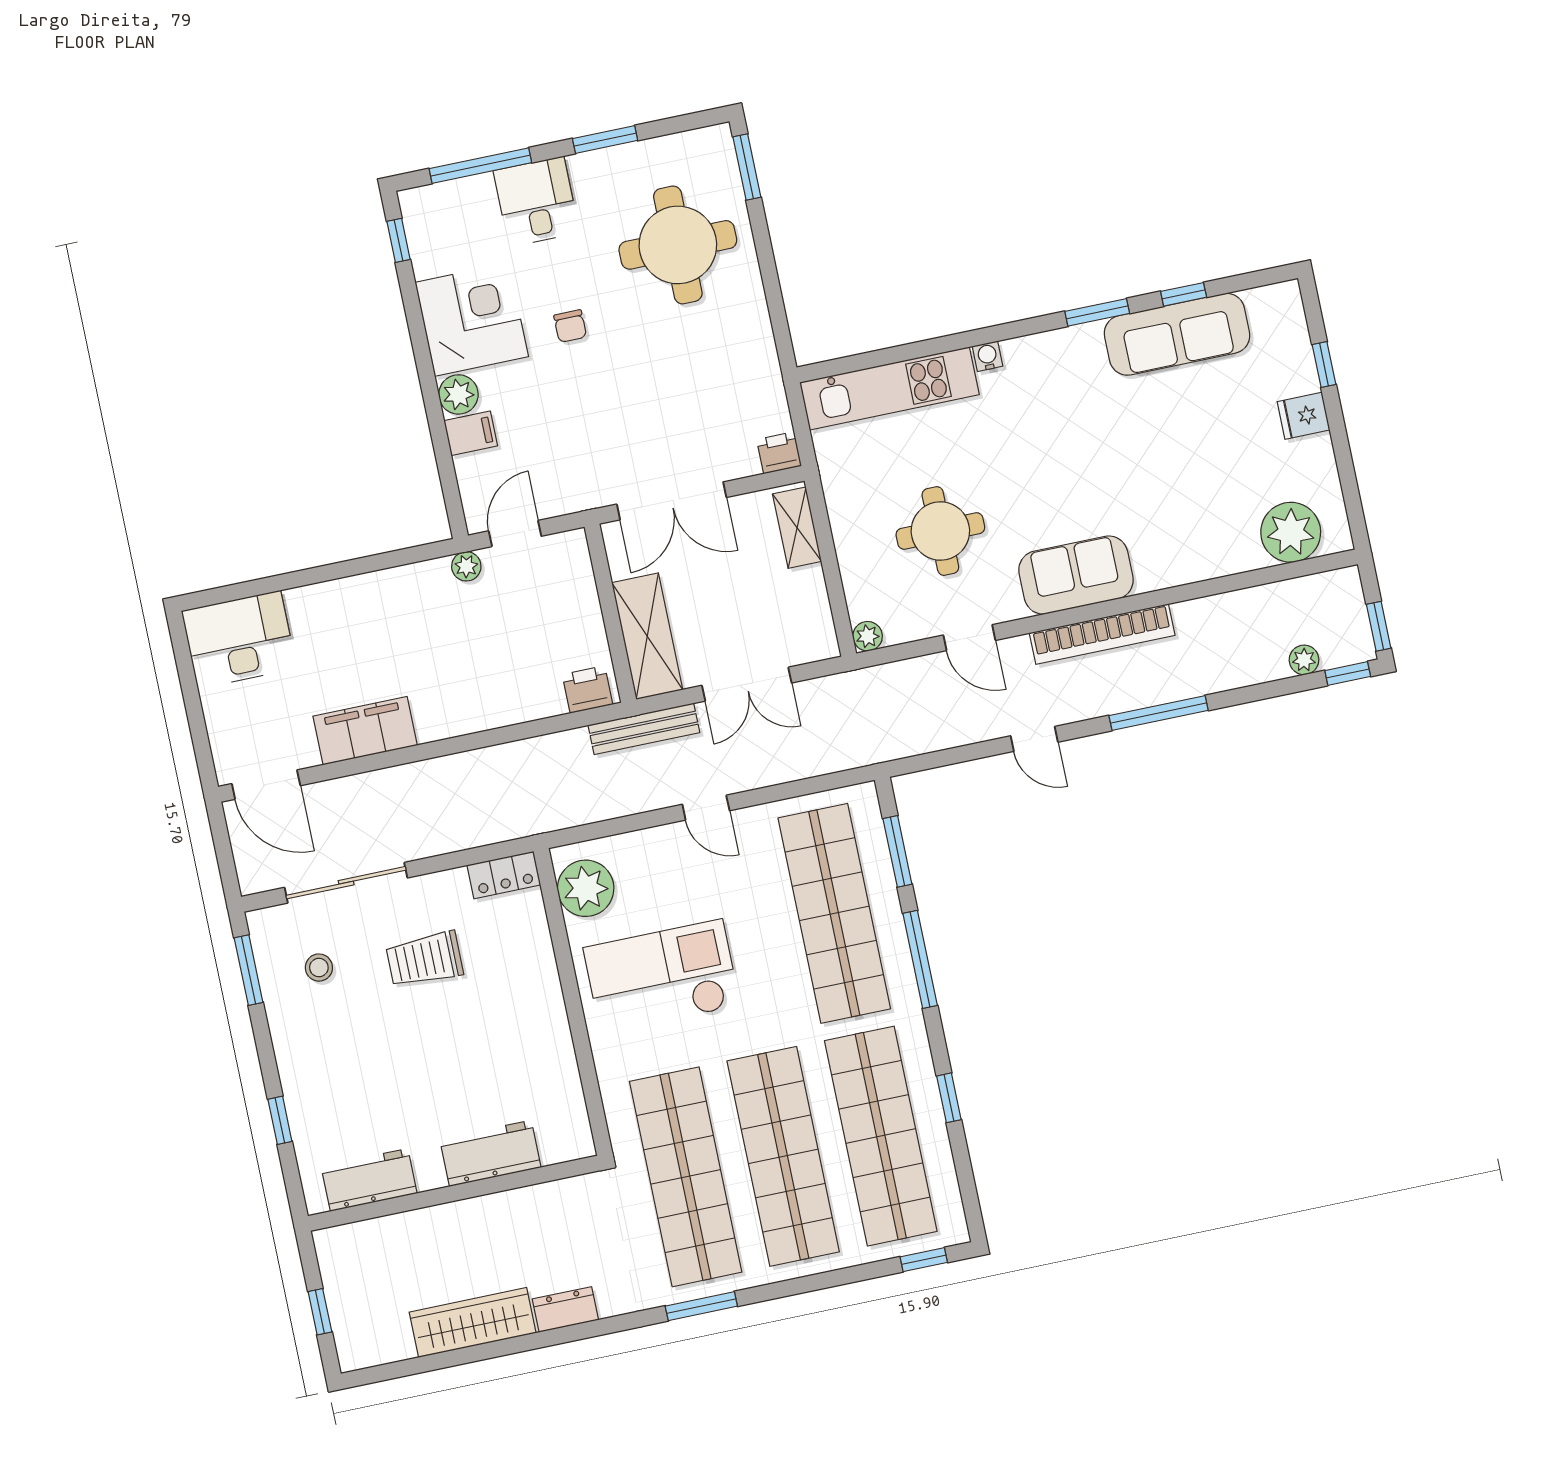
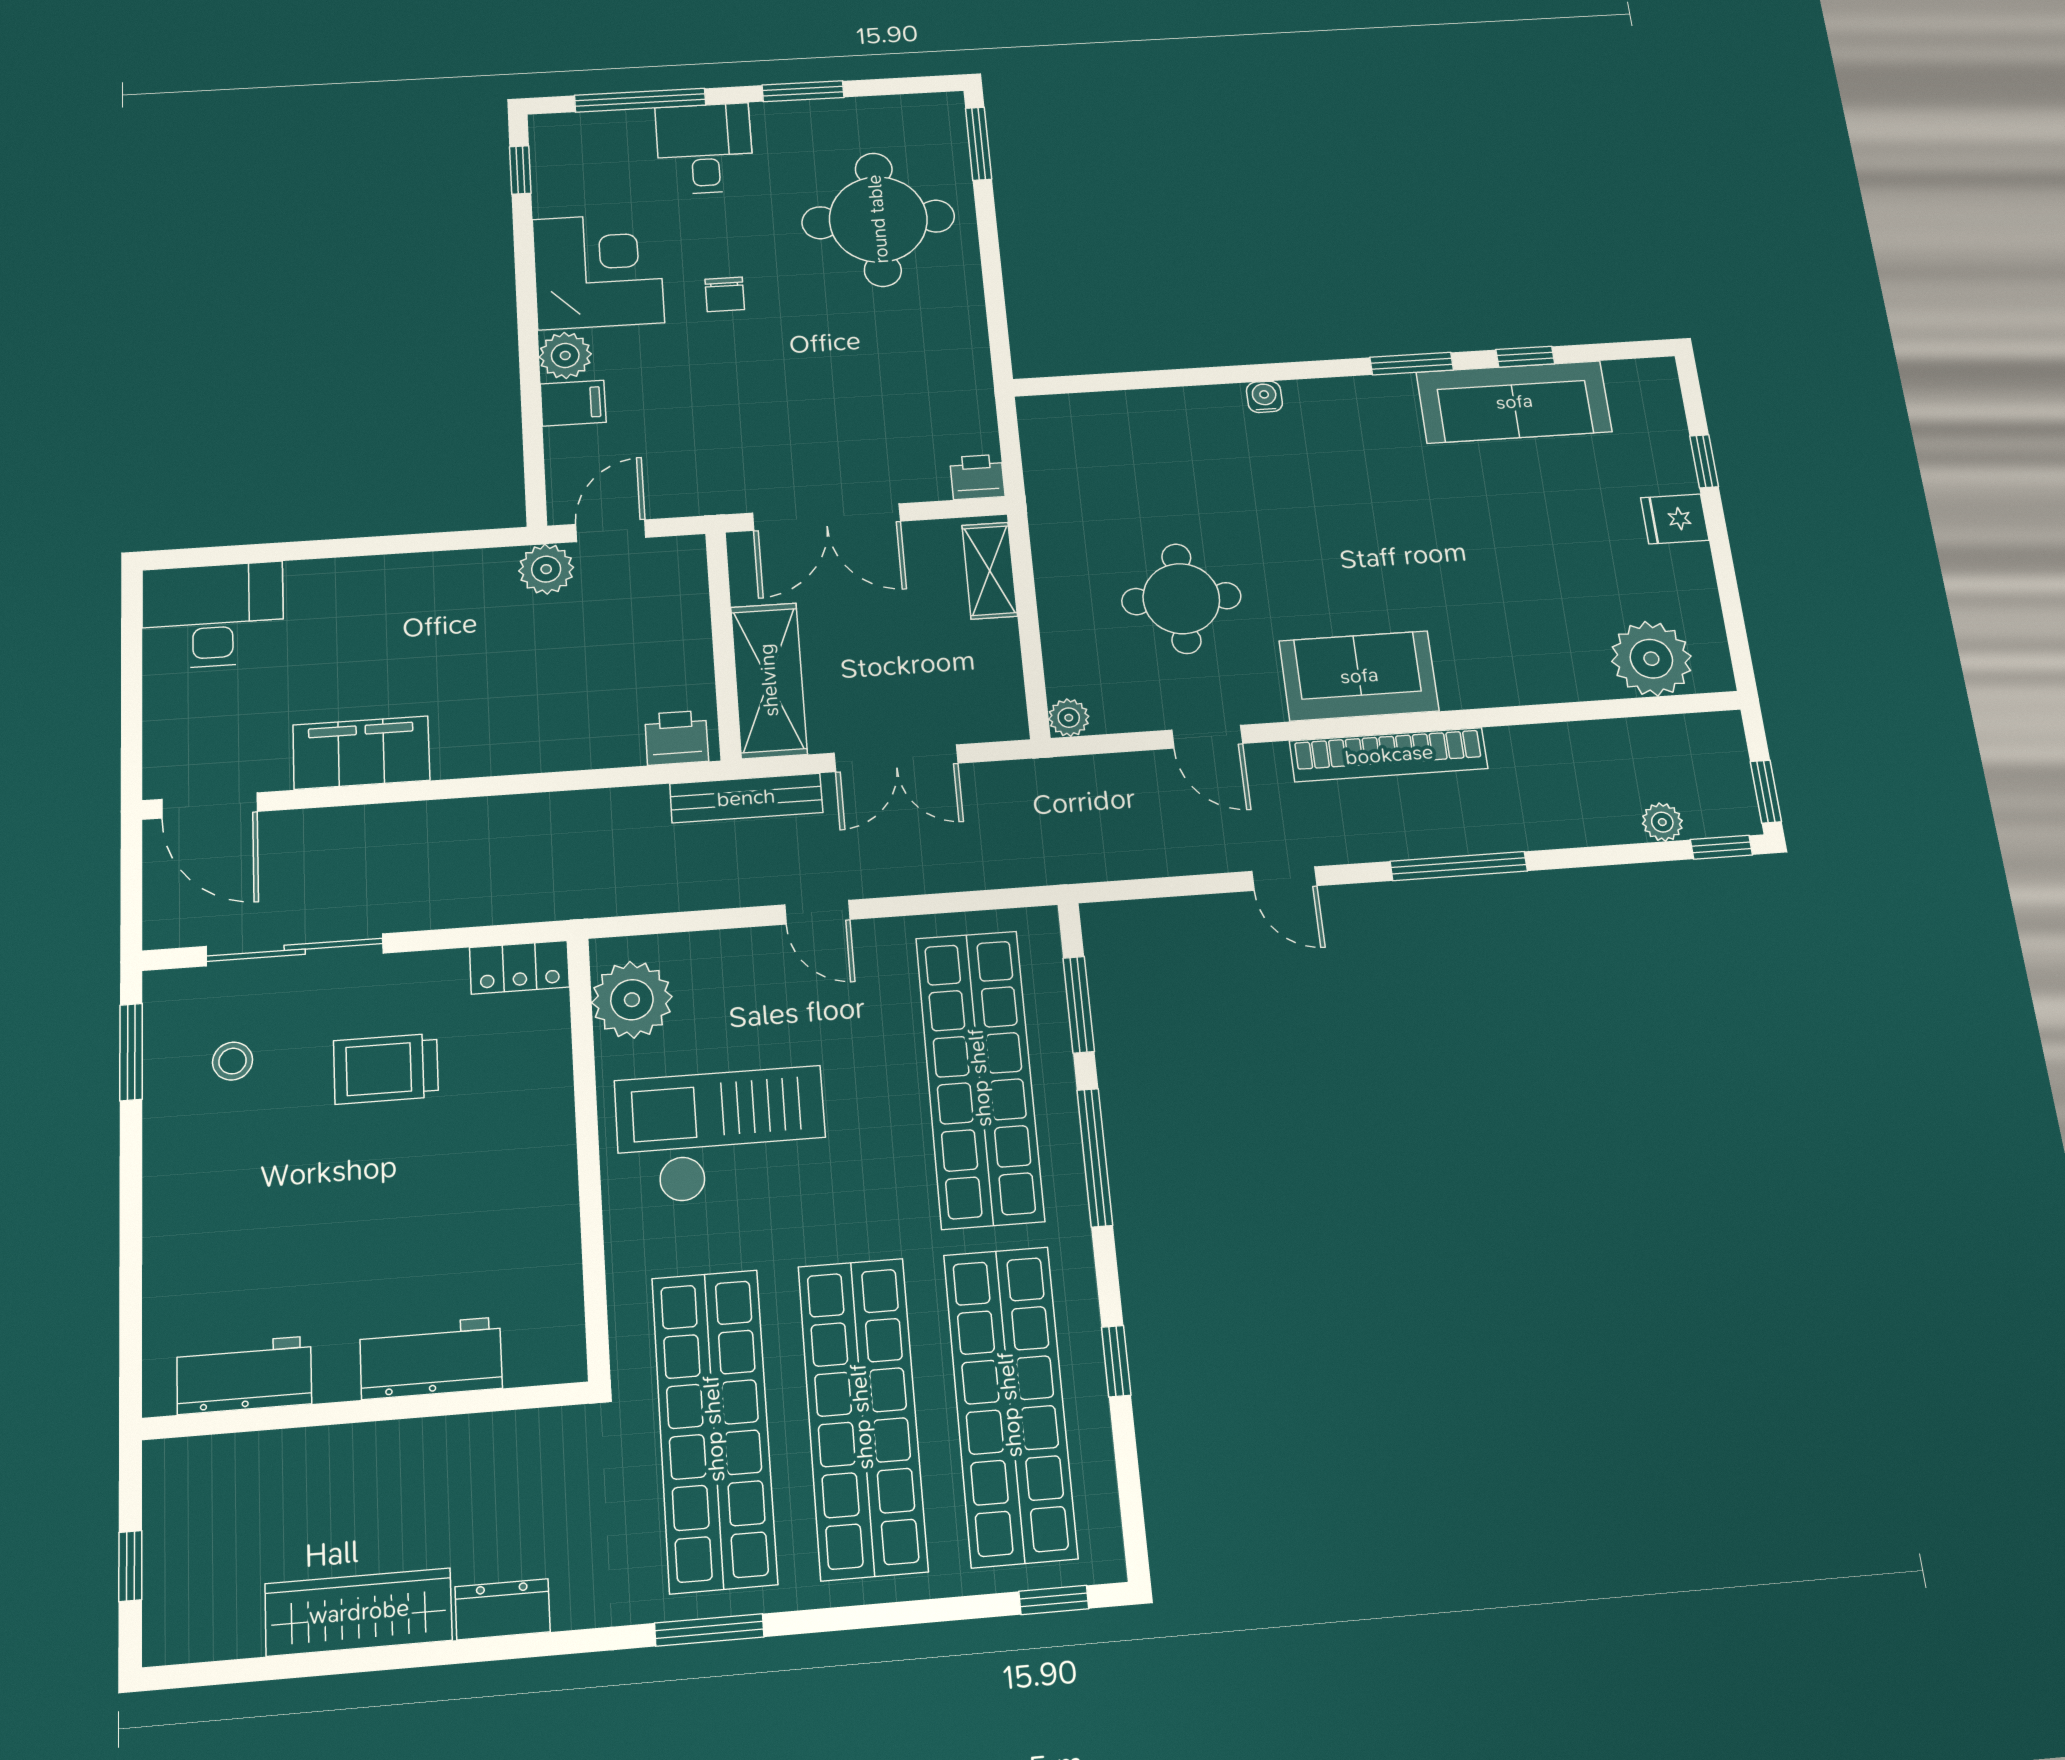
kitchen unit: (889, 388) -> (1132, 419), removed
plant: (466, 566) -> (546, 569), width x1.38, depth x1.38
window: (280, 1120) -> (131, 1271), removed

